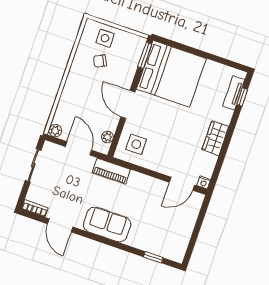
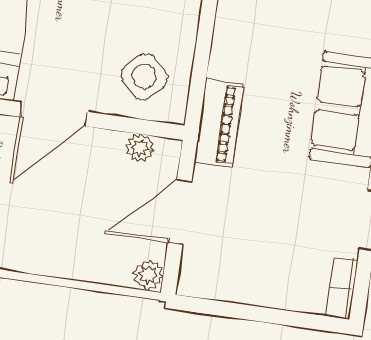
side table: (136, 144) -> (144, 76), turned 45
sliding door: (33, 165) -> (241, 311), removed

